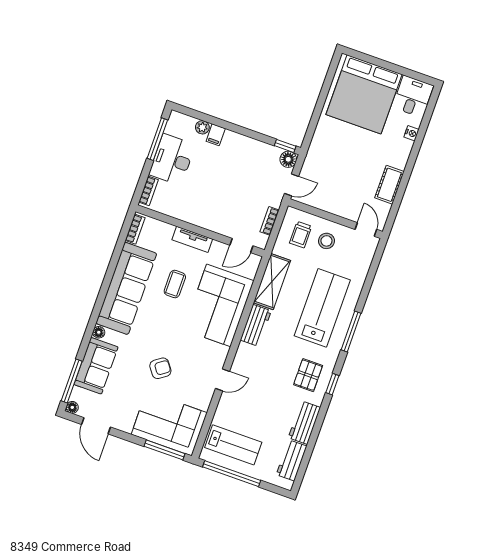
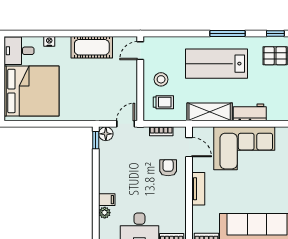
door: (292, 185) -> (126, 124), hinge flipped
cot: (389, 185) -> (92, 47), width x1.37, depth x1.34
armchair: (227, 214) -> (168, 168), added
coffee table: (175, 284) -> (240, 190), removed

